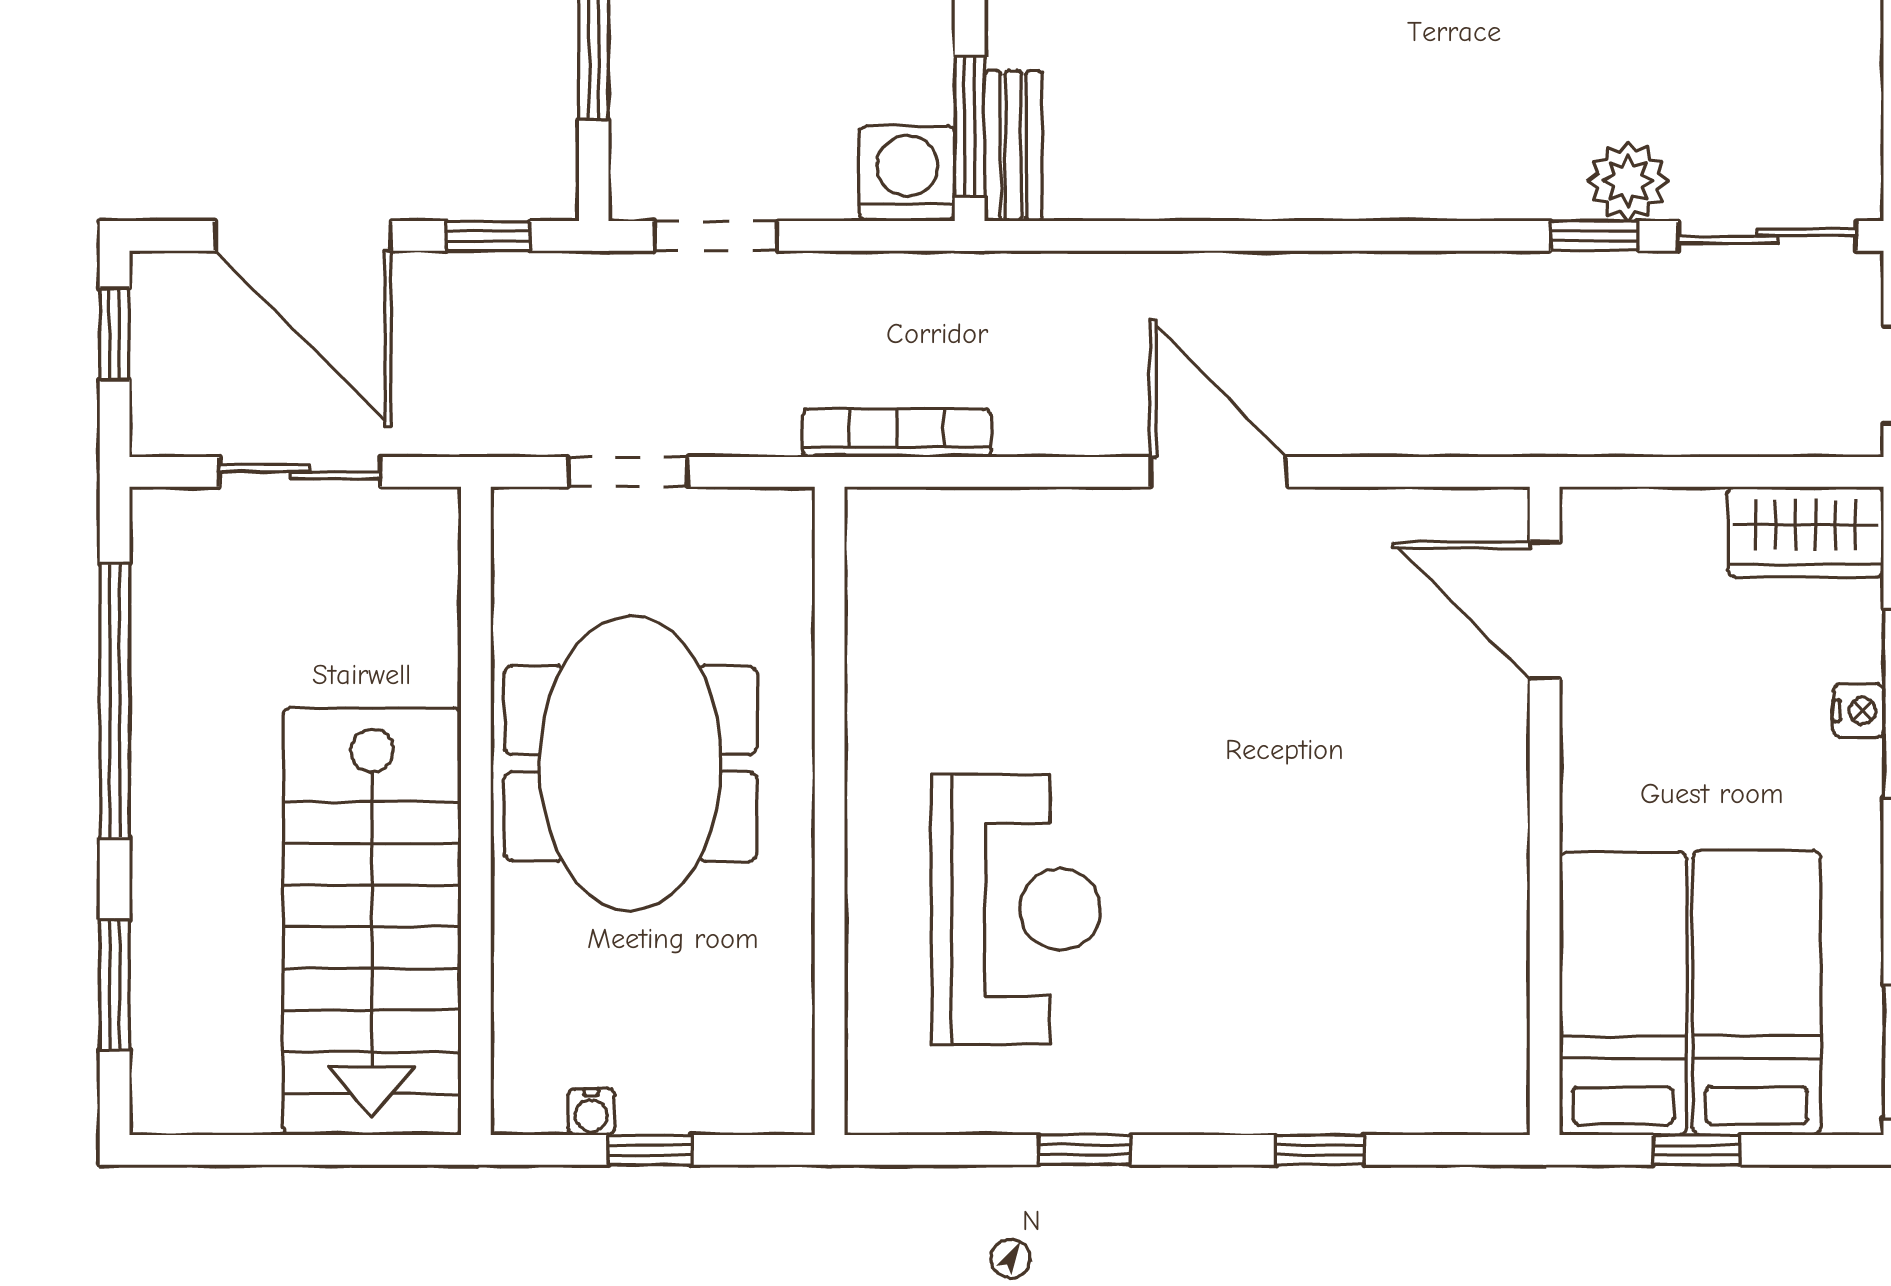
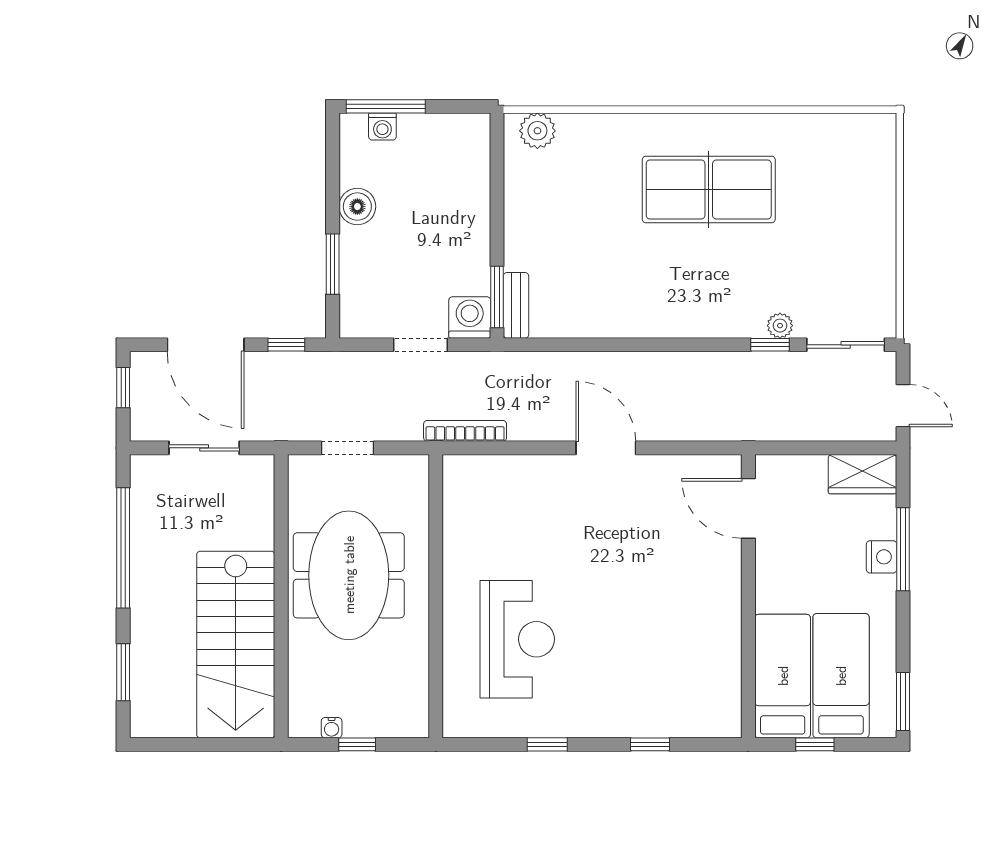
plant: (1628, 181) -> (780, 326), width x0.73, depth x0.73
doorway: (716, 236) -> (420, 345), moved
nightstand: (1858, 711) -> (882, 557), width x1.39, depth x1.35

